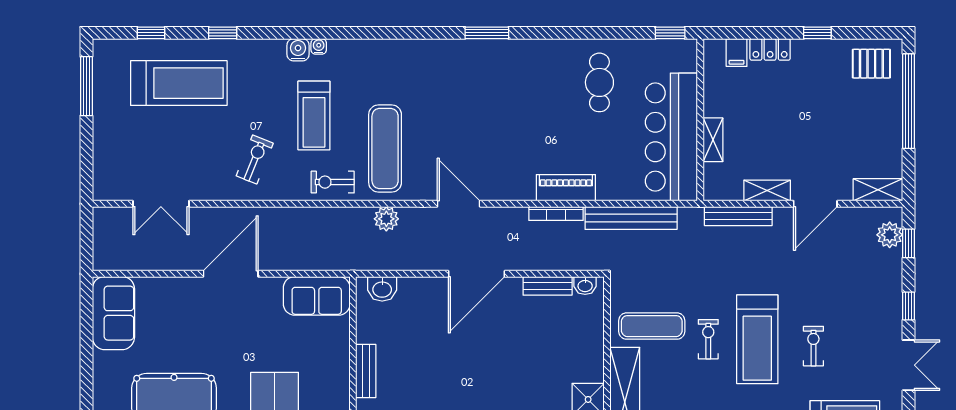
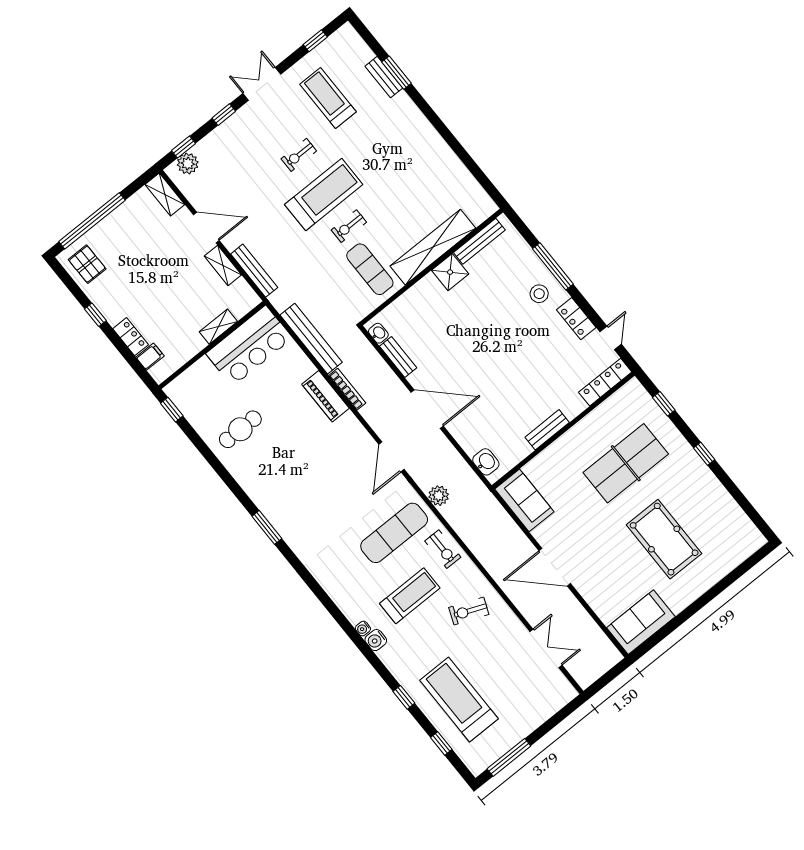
bar counter: (671, 137) -> (249, 346), width x0.73

